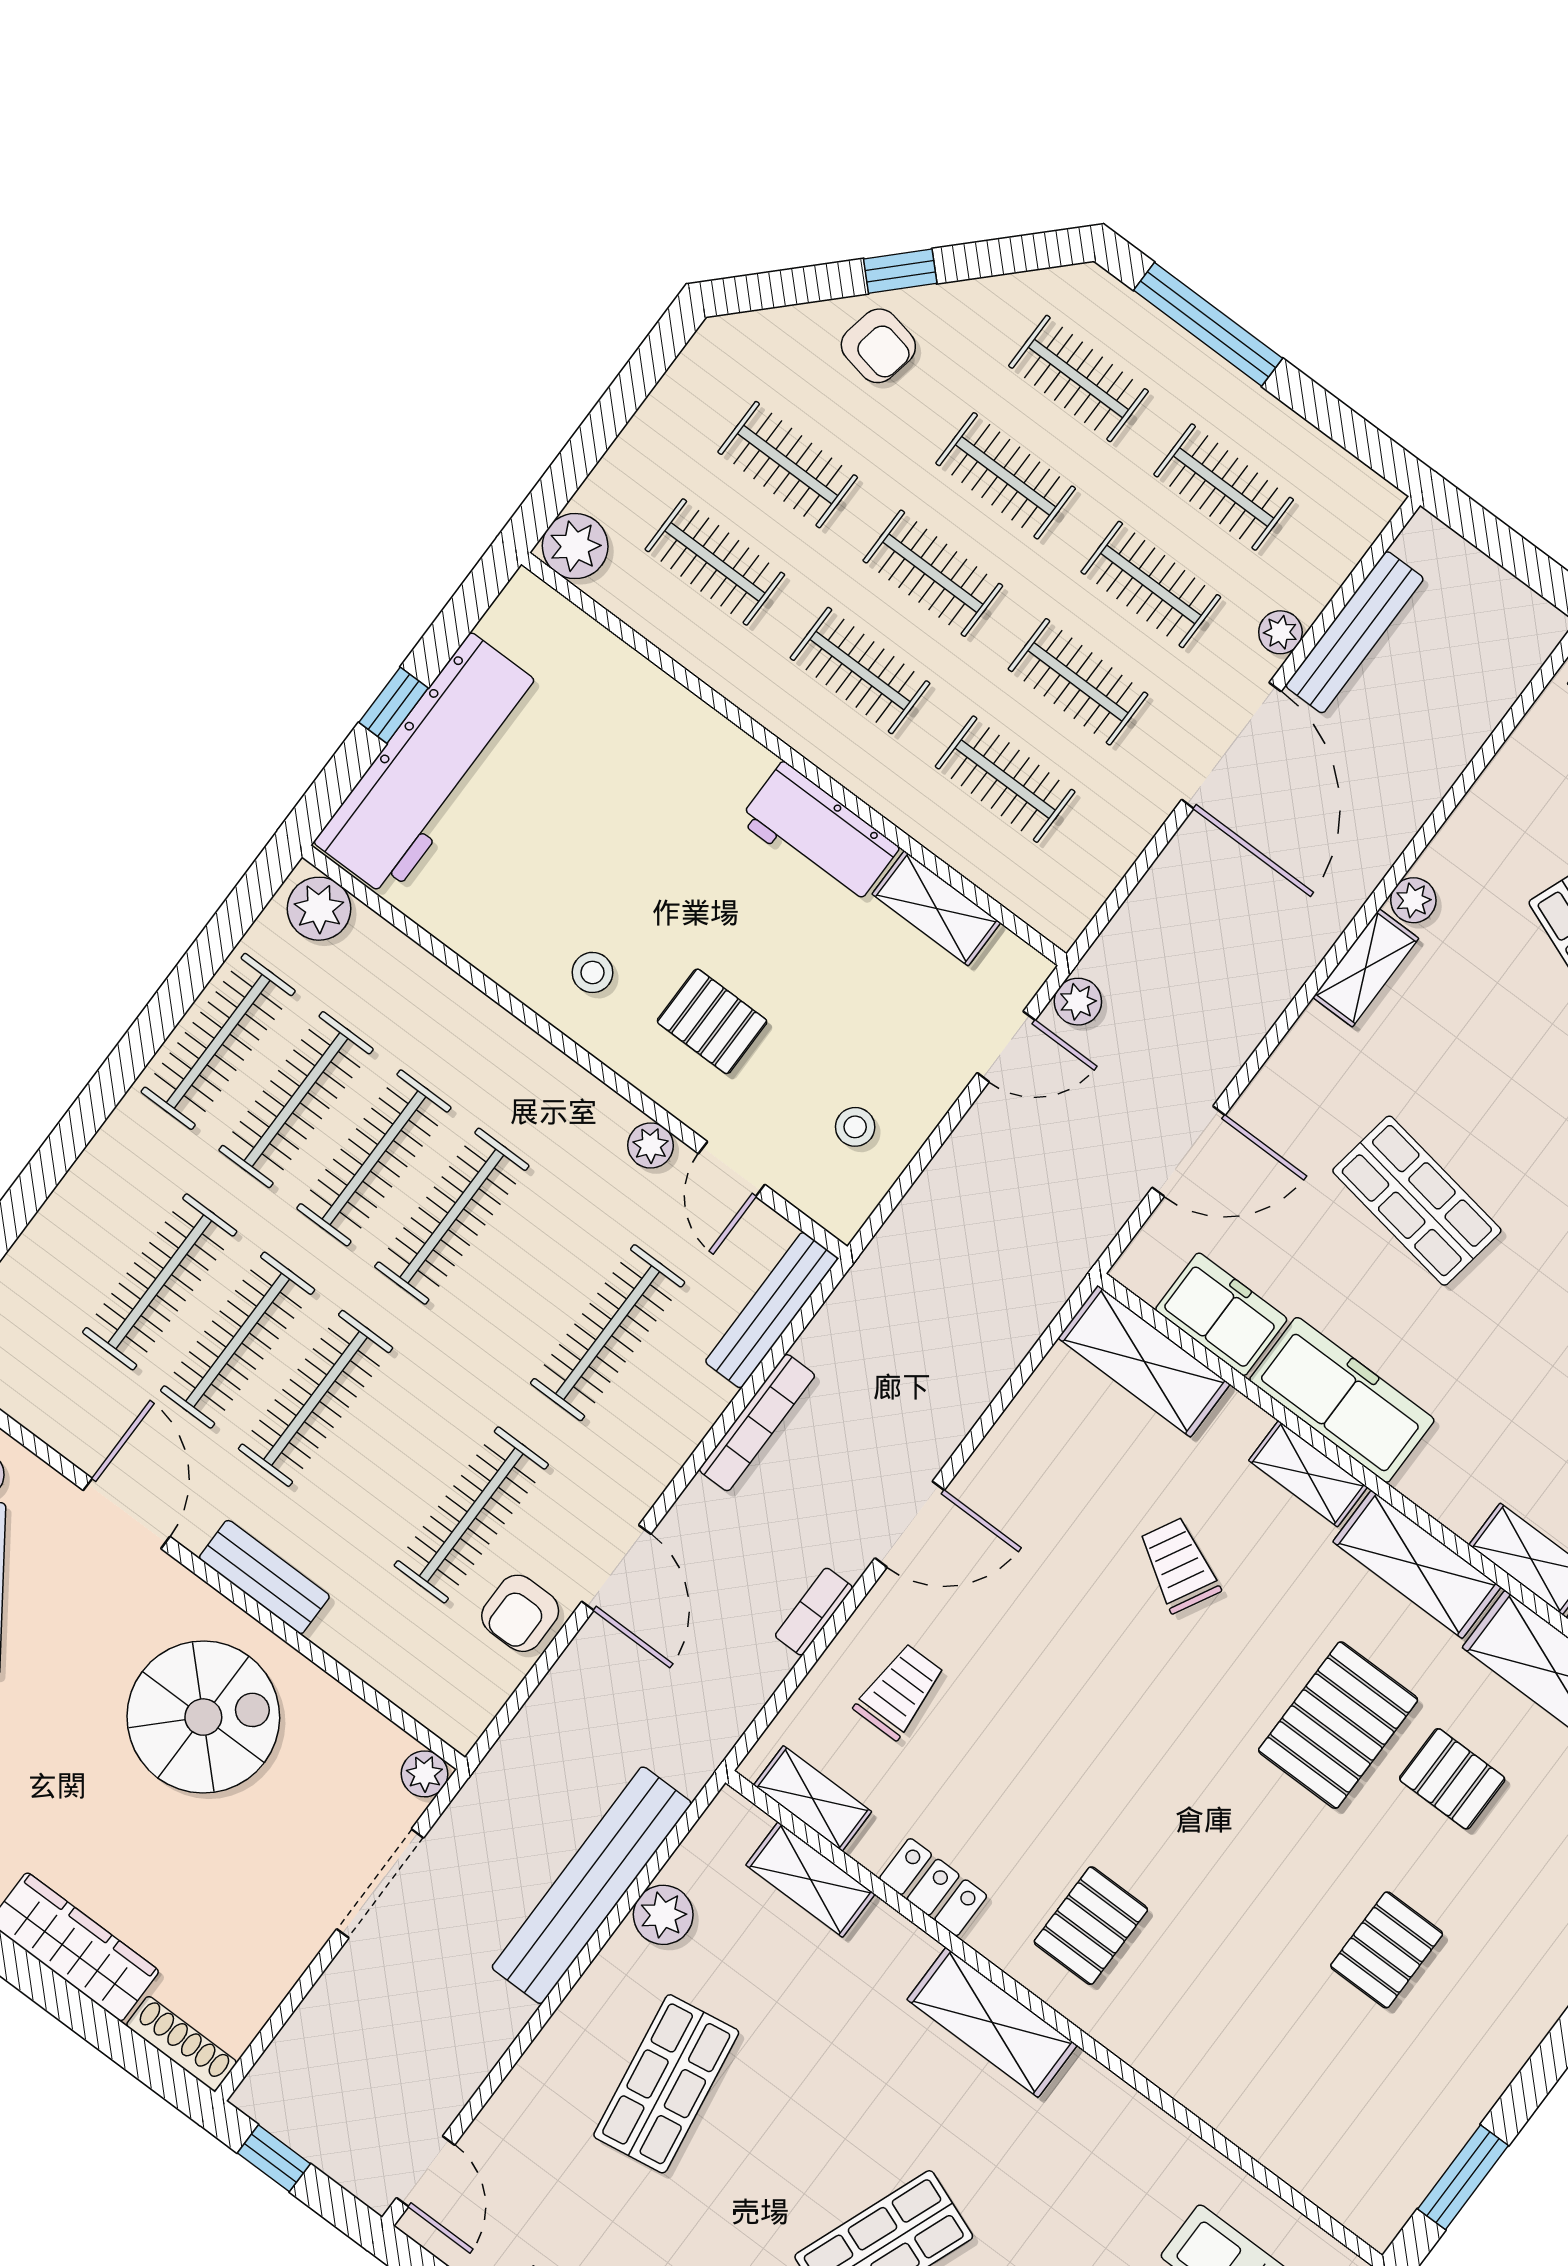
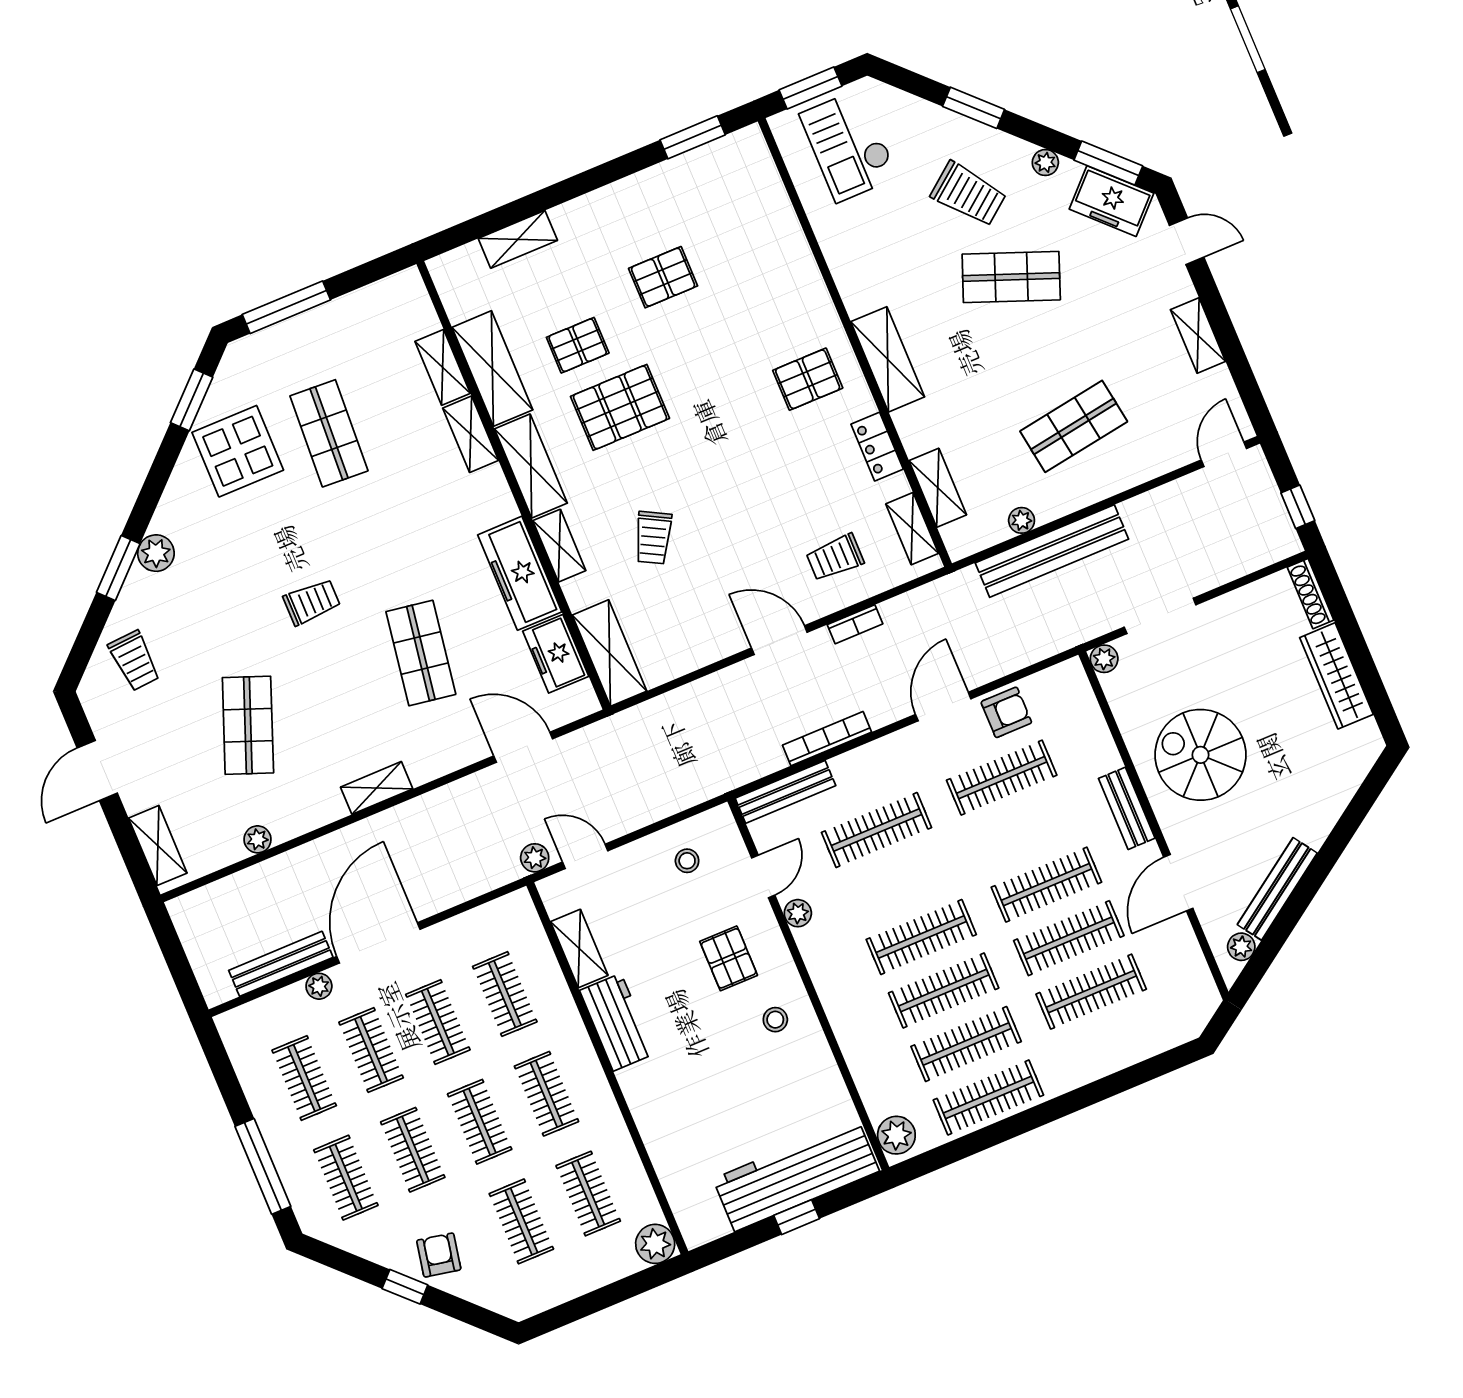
plant: (1413, 900) -> (258, 839), moved
pallet: (1452, 1779) -> (578, 345), turned 90
plant: (663, 1915) -> (1022, 520), width x0.73, depth x0.73

